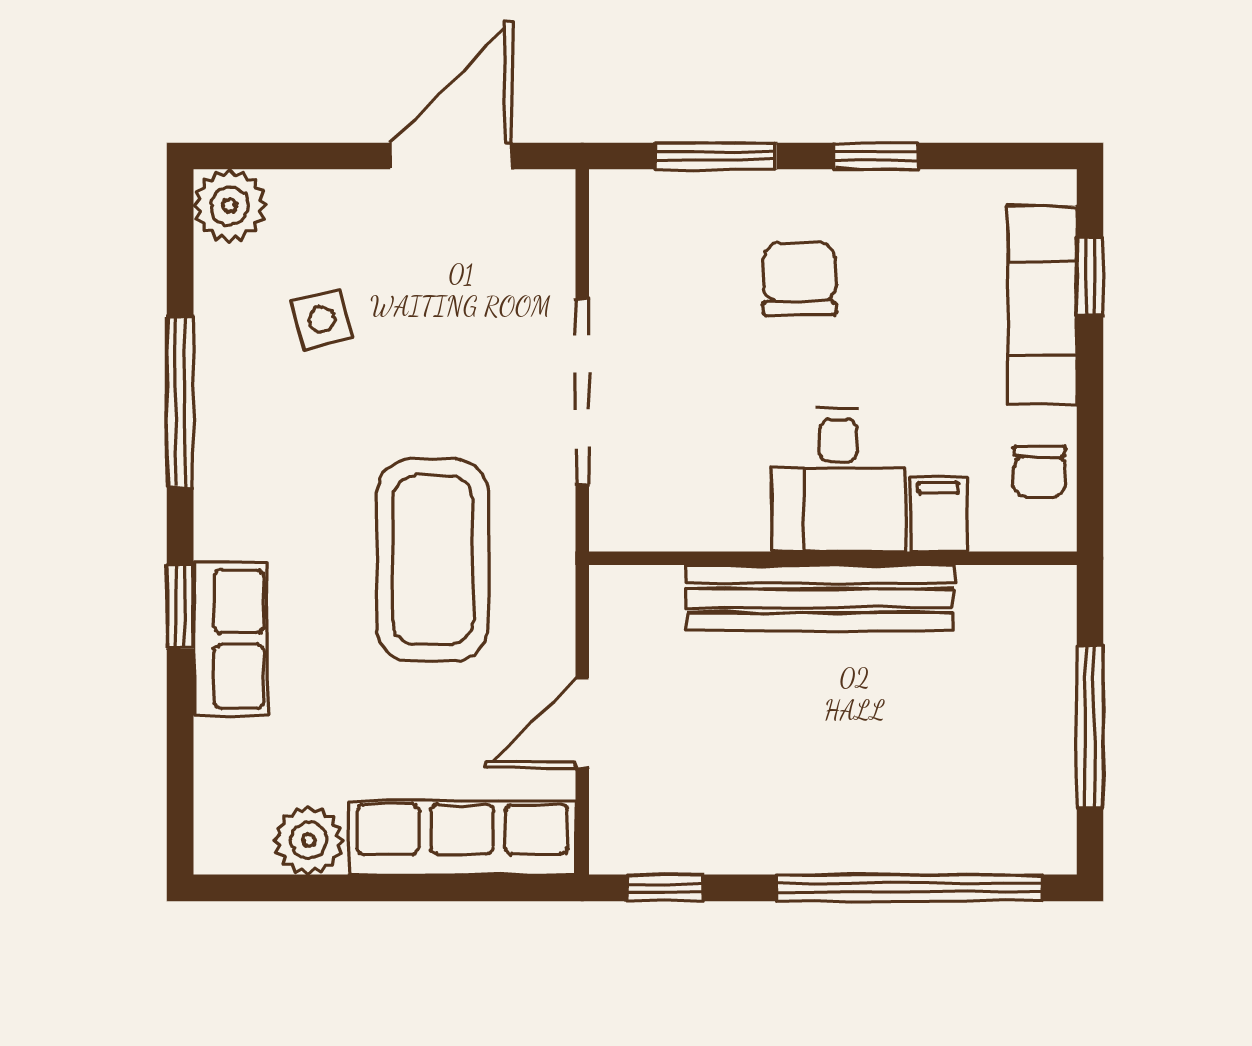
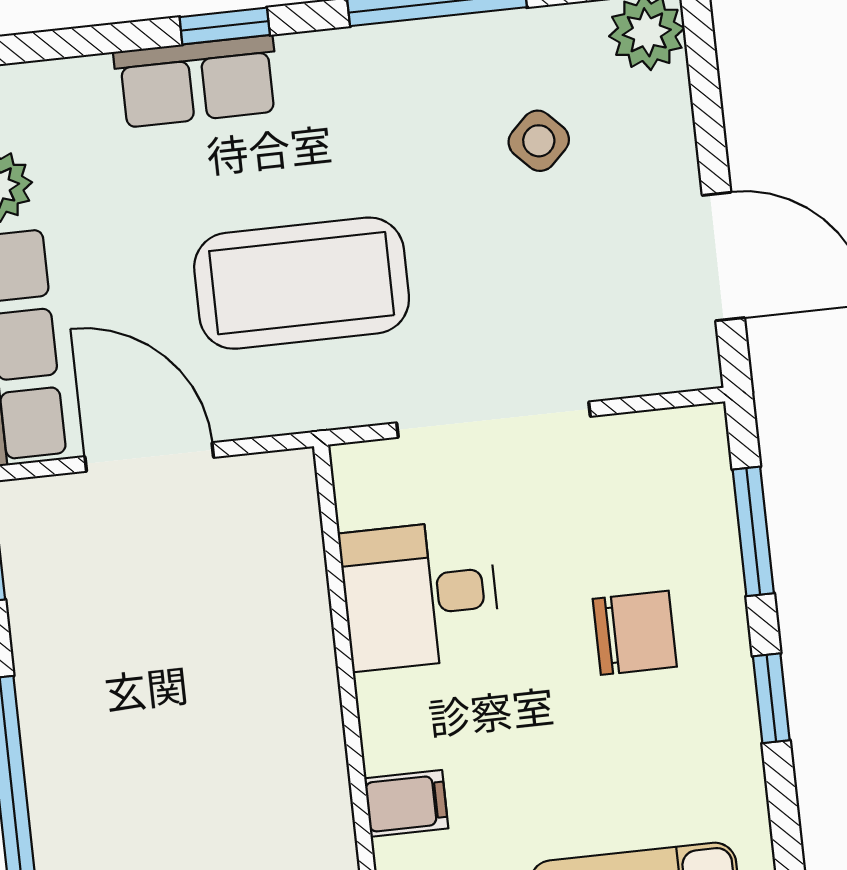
side table: (322, 320) -> (539, 141), turned -30
desk: (838, 480) -> (420, 595), moved
bench: (820, 598) -> (306, 690), removed
door: (582, 723) -> (149, 457), width x1.38

